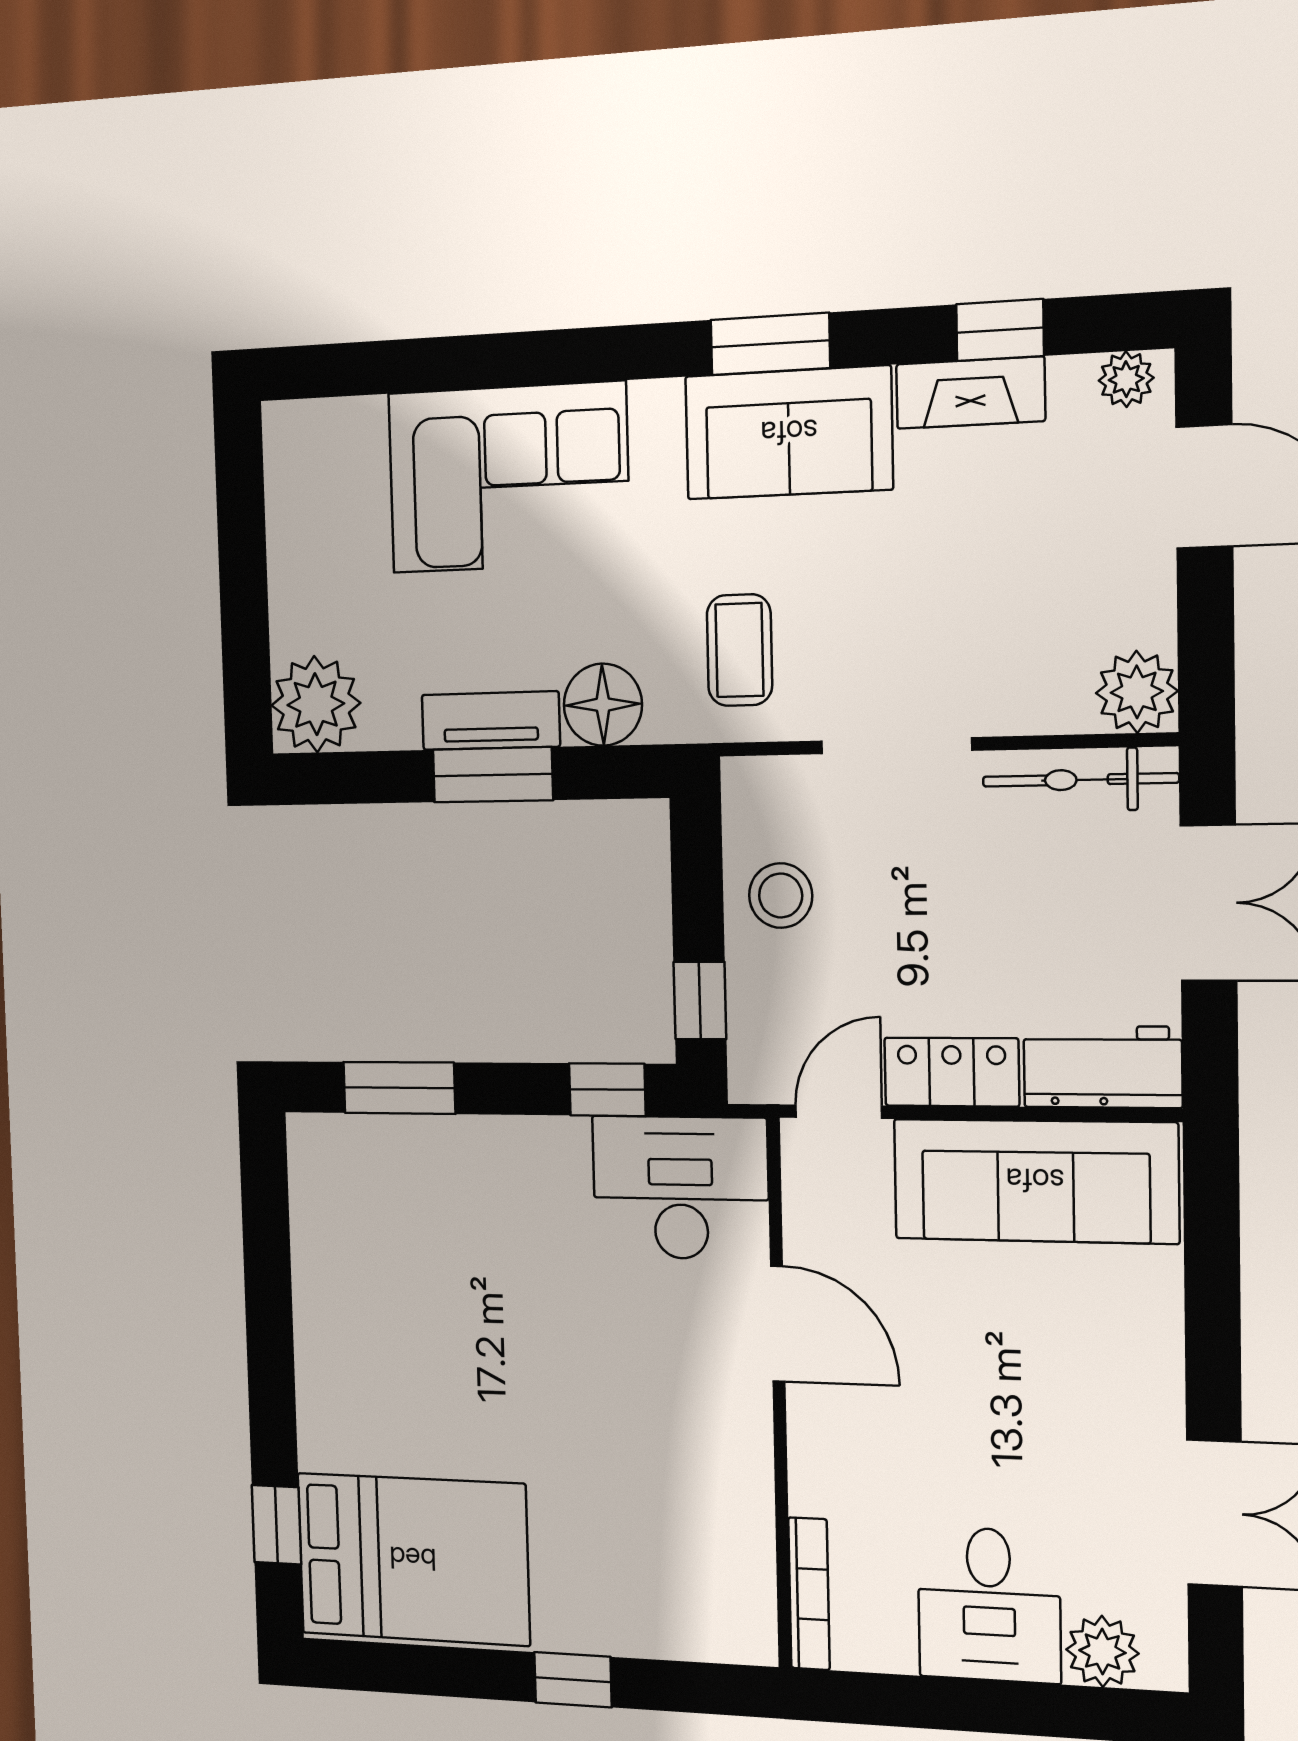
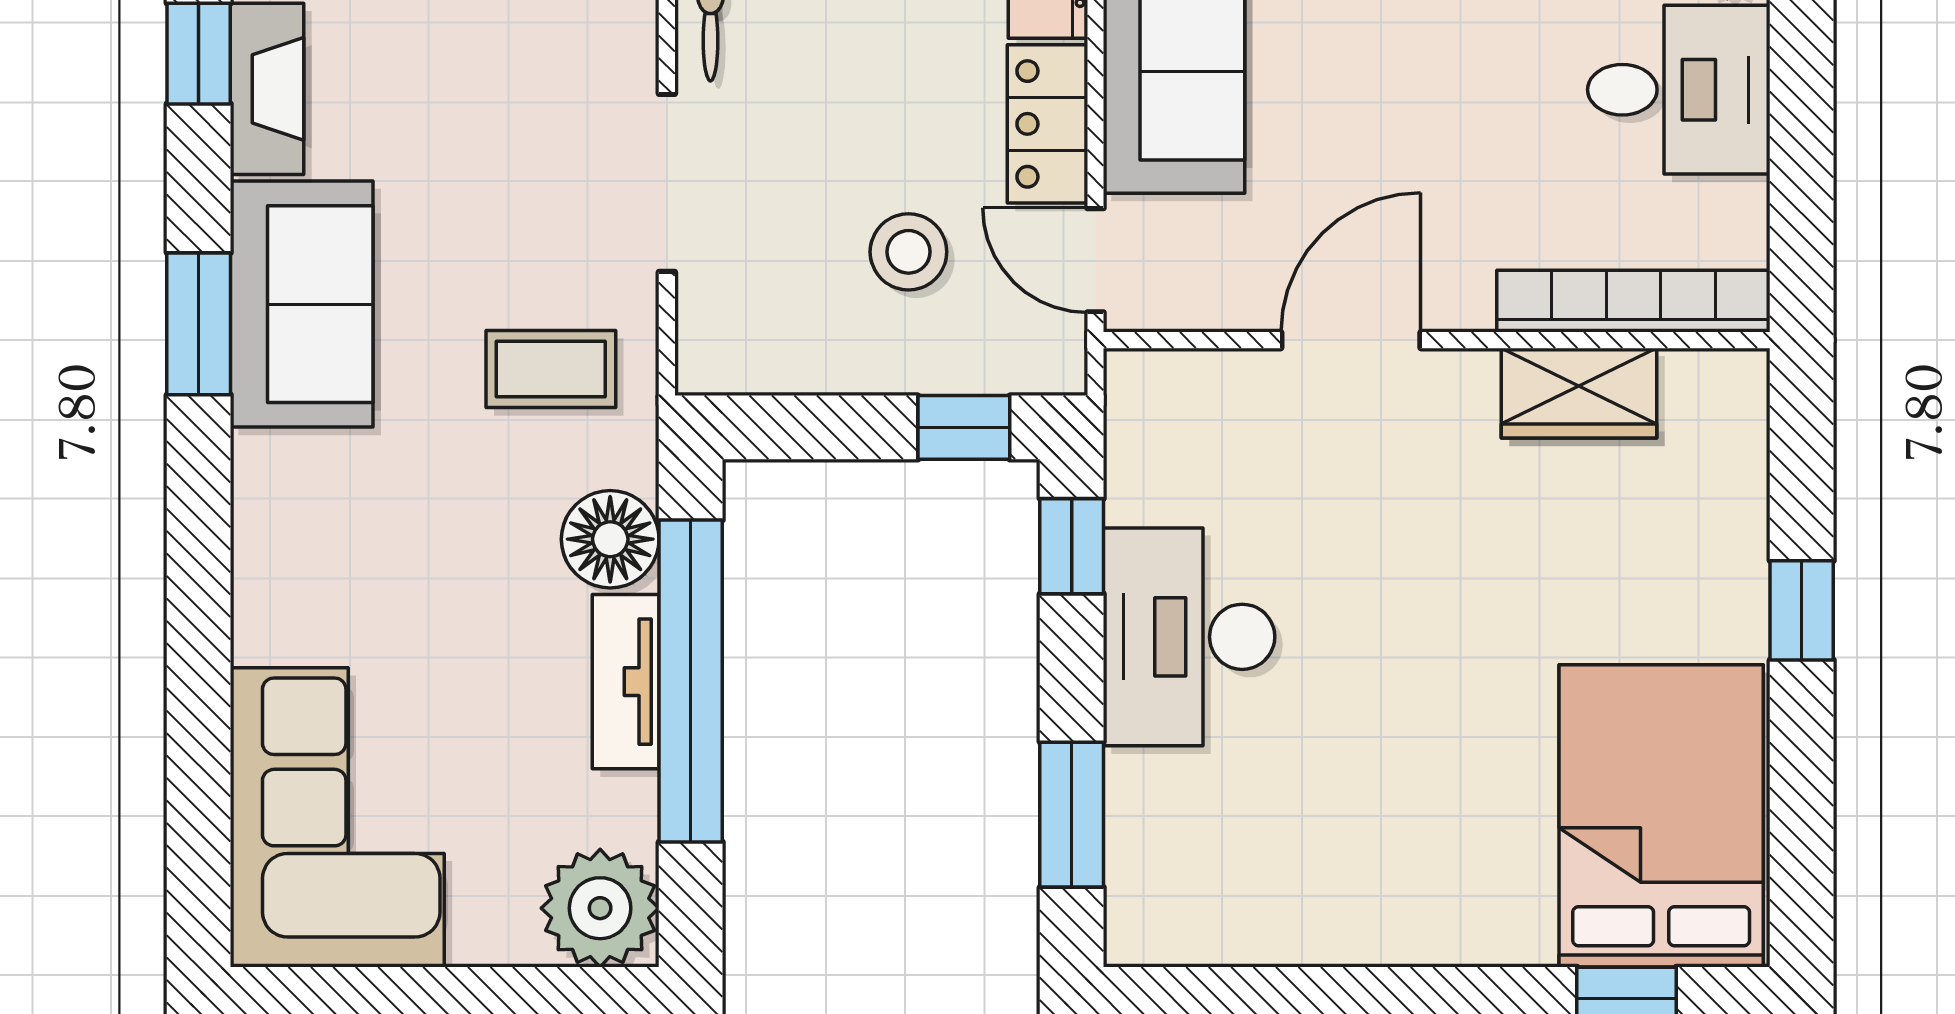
corner sofa: (508, 478) -> (337, 817), moved
window: (493, 775) -> (691, 681), width x2.11
stool: (781, 896) -> (908, 252), moved
desk: (681, 1188) -> (1189, 637), moved
wardrobe: (739, 1510) -> (1579, 393), added
bookcase: (809, 1594) -> (1633, 301), width x1.48, depth x1.31

